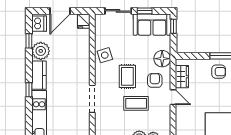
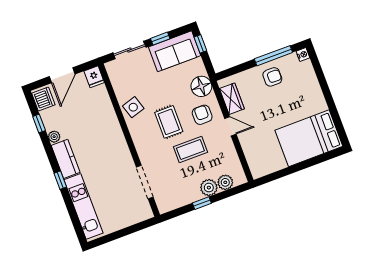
plant: (41, 51) -> (54, 137), width x0.53, depth x0.53
doorway: (92, 99) -> (145, 182), moved

